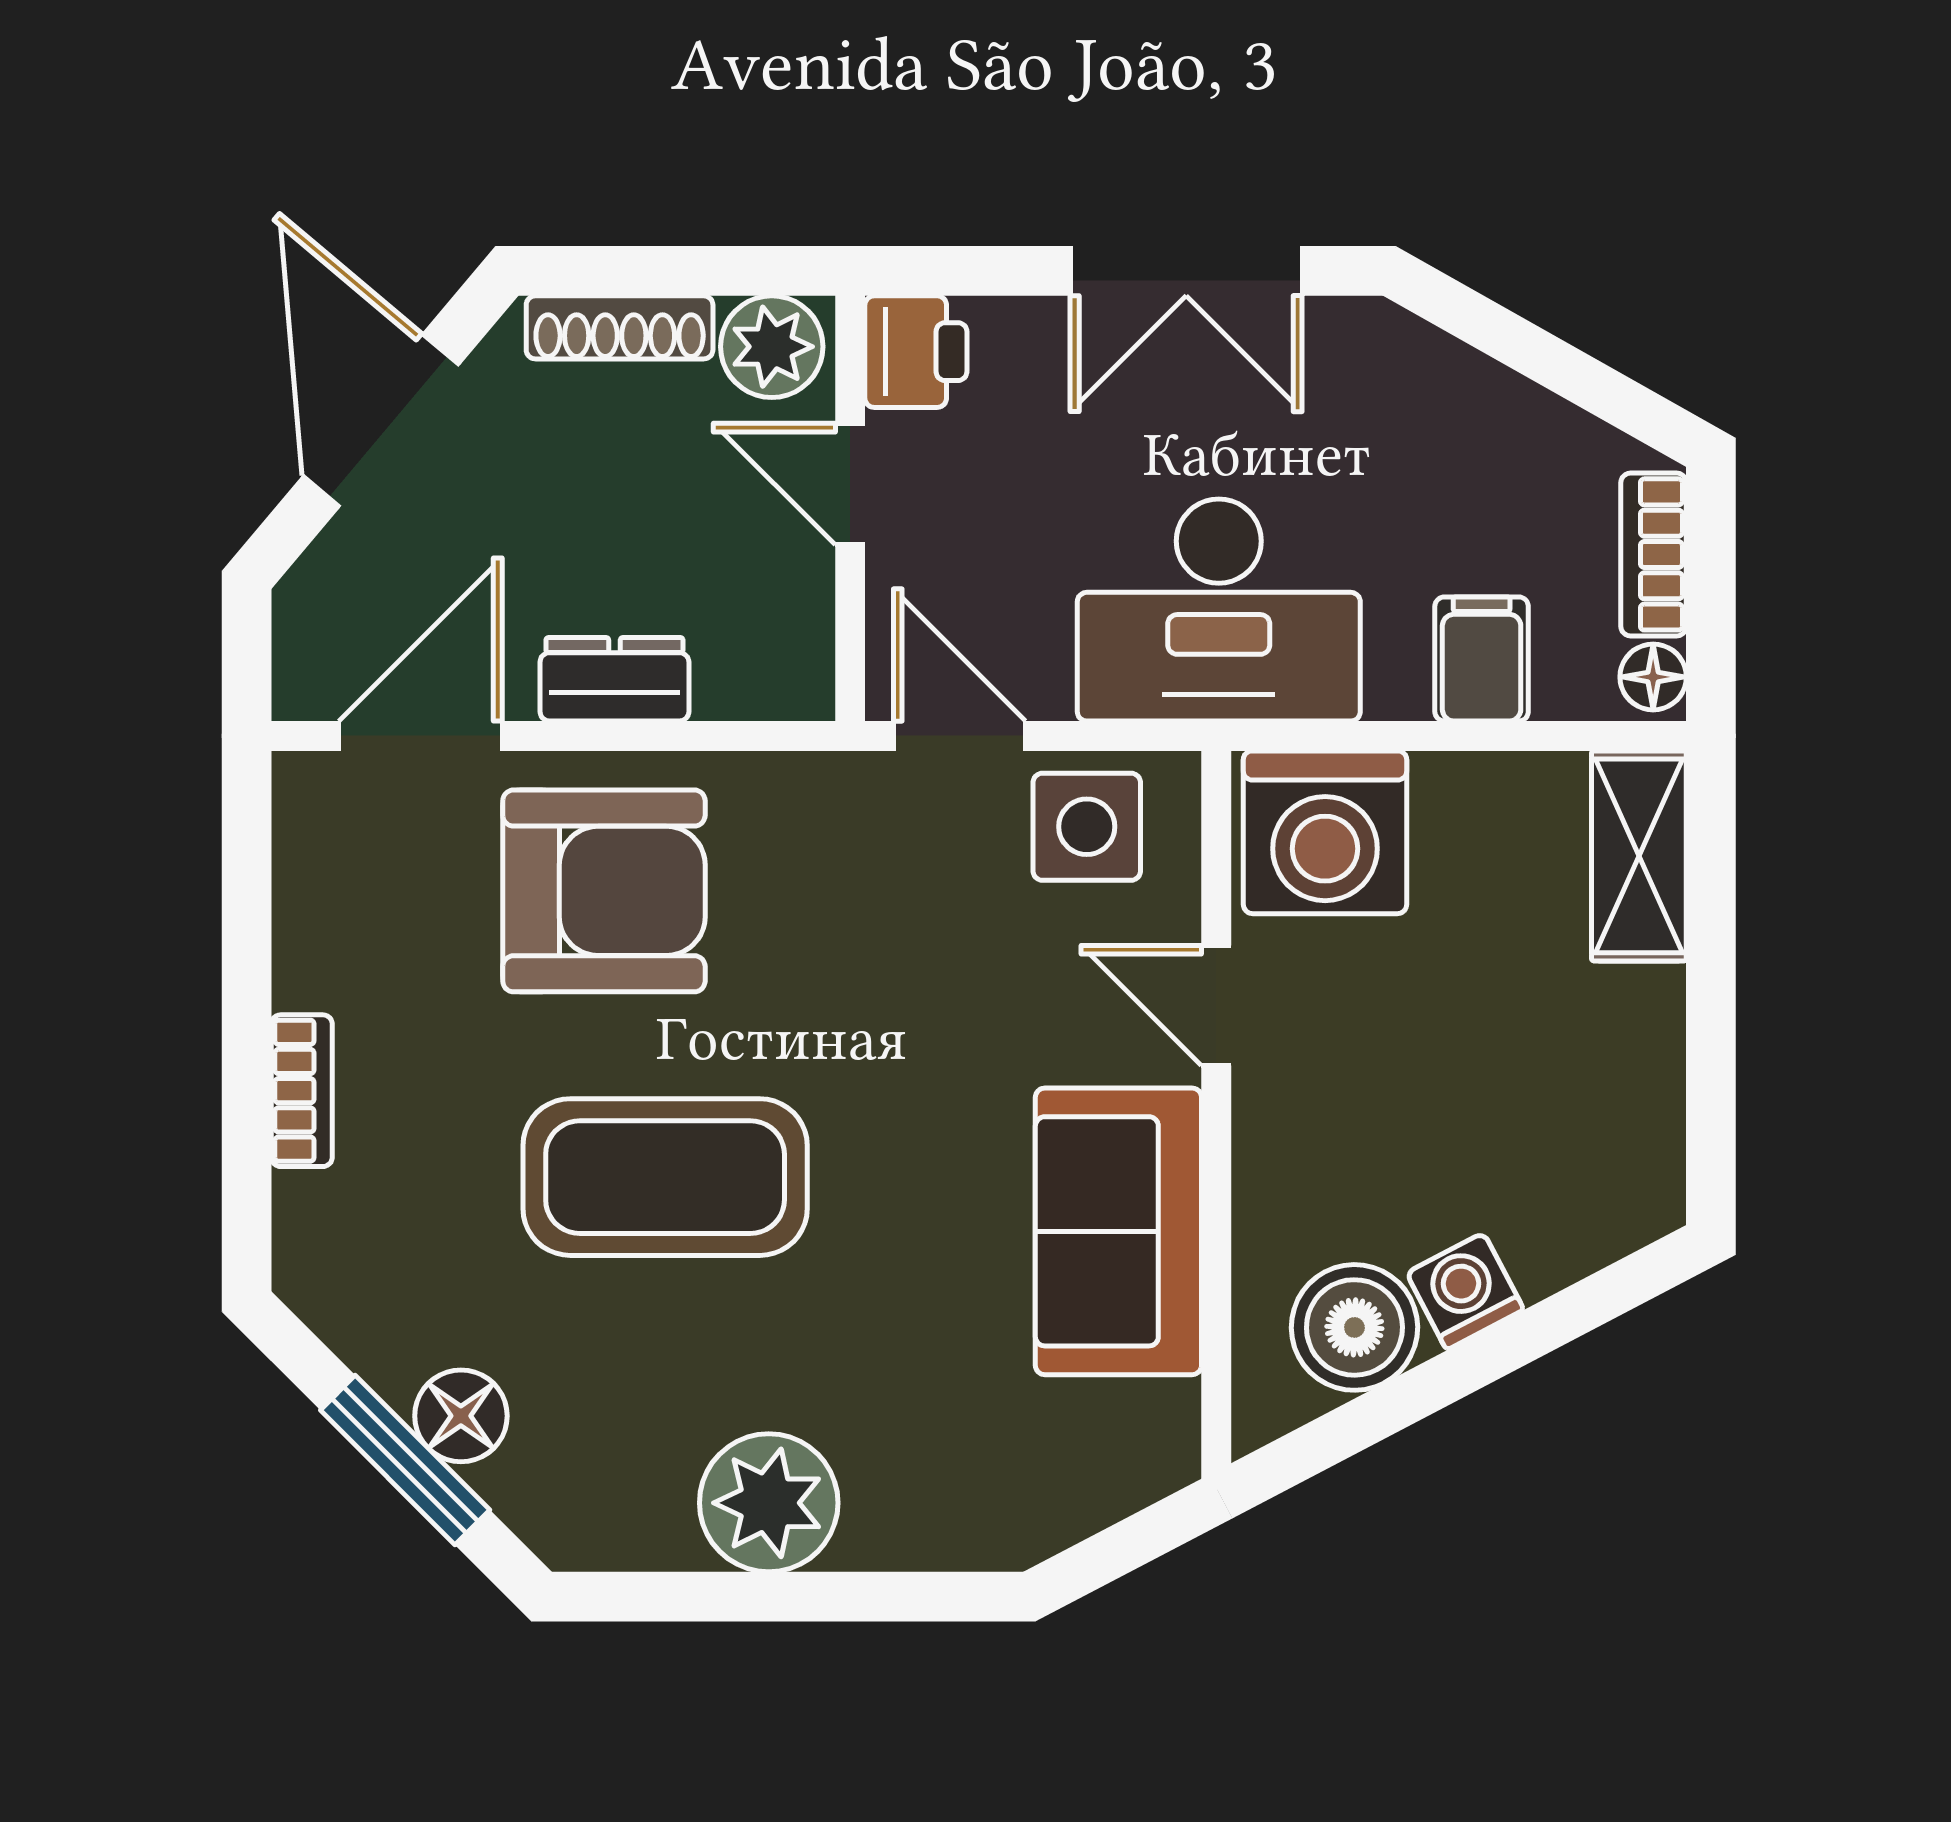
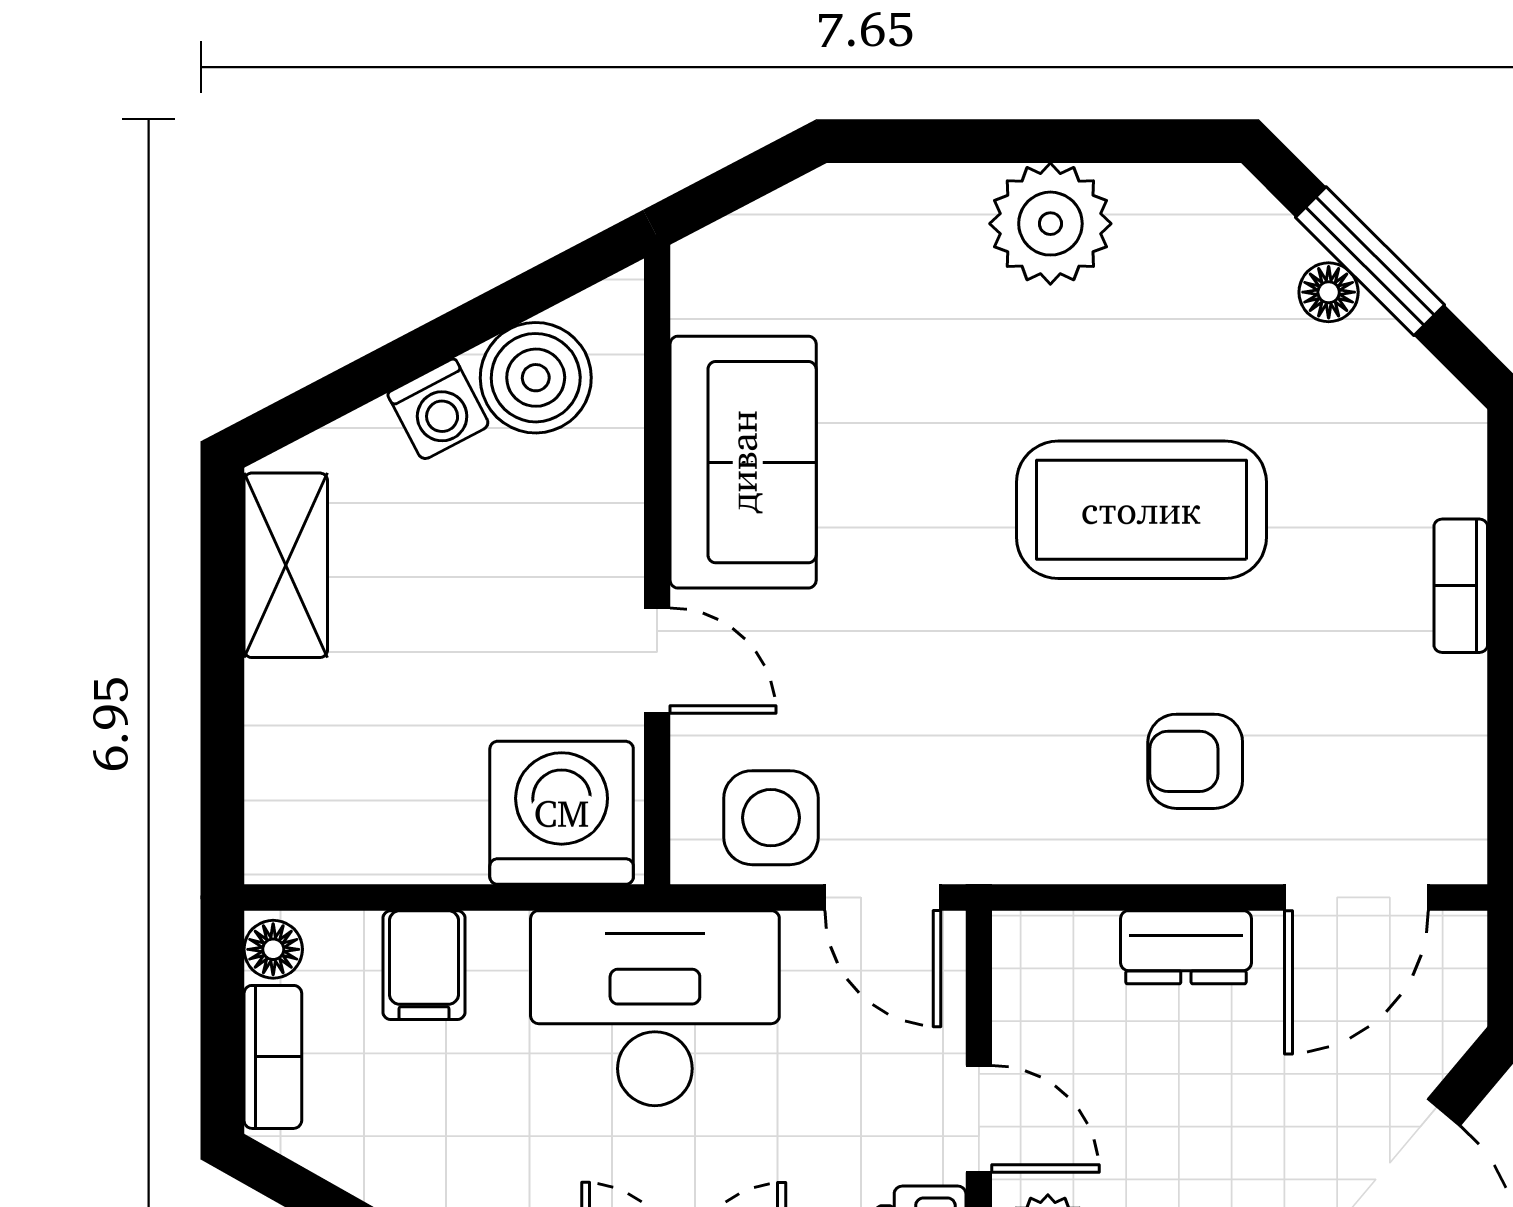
shelving: (1639, 856) -> (286, 565), moved
armchair: (604, 891) -> (1195, 761), width x0.53, depth x0.53
floor lamp: (461, 1416) -> (1329, 292), width x0.73, depth x0.73

